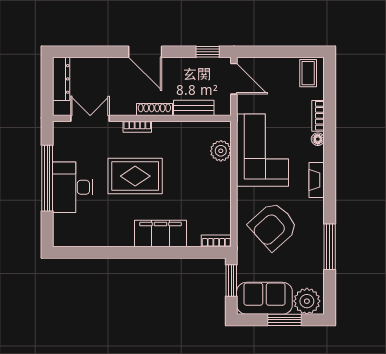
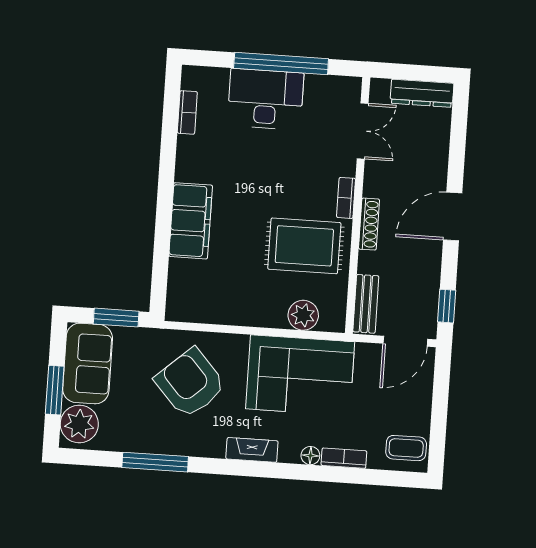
bench: (194, 108) -> (366, 304), moved
rug: (135, 176) -> (304, 246), moved, turned 90
bookcase: (216, 241) -> (187, 112), moved

